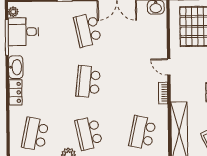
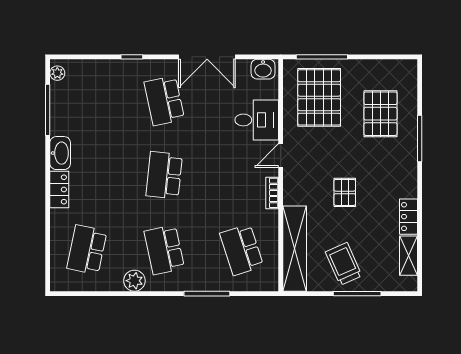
desk: (23, 32) -> (257, 120), moved, turned 180
door: (169, 67) -> (281, 155), hinge flipped
school desk: (142, 133) -> (242, 250), turned -30

